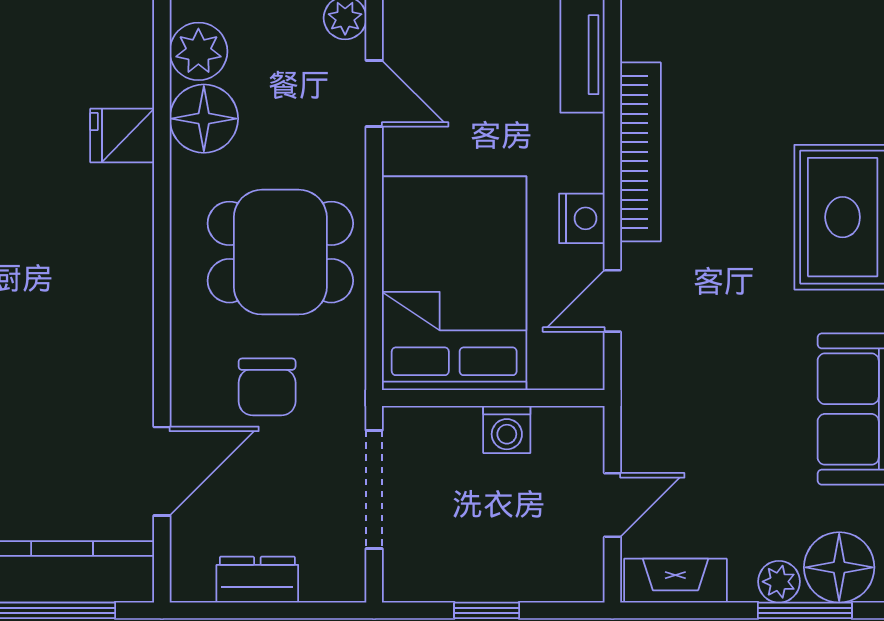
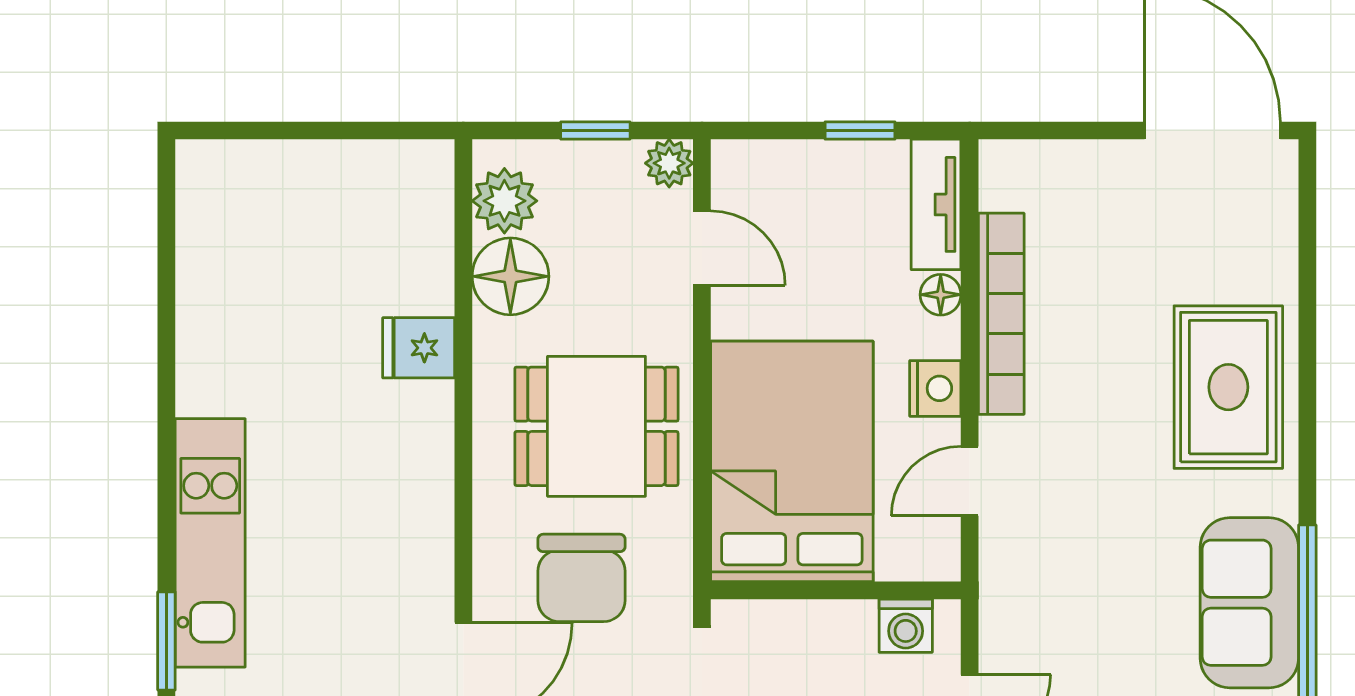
fridge: (122, 135) -> (419, 348), moved
floor lamp: (587, 135) -> (941, 295), added
chair: (267, 387) -> (582, 578), width x1.37, depth x1.37
washing machine: (507, 429) -> (906, 626), moved

